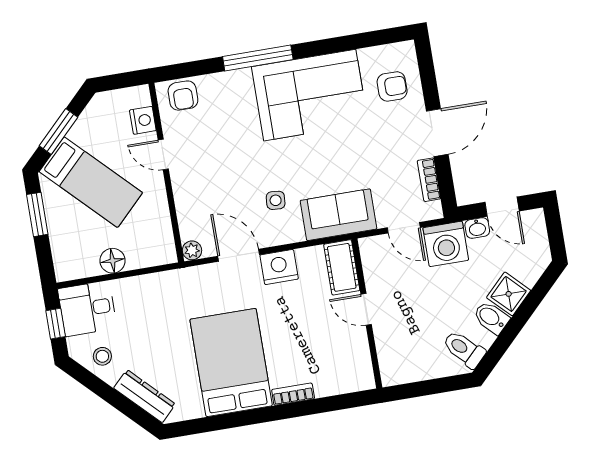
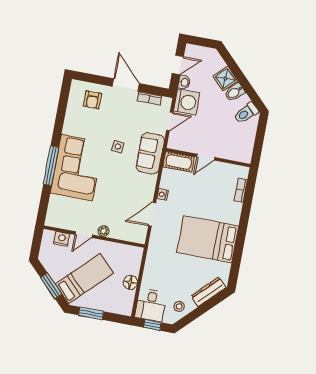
armchair: (392, 86) -> (92, 100), turned 180
corner sofa: (310, 95) -> (77, 168), moved
armchair: (183, 96) -> (56, 213), removed
side table: (276, 200) -> (118, 147), moved
plant: (192, 250) -> (104, 231), moved
nightstand: (279, 267) -> (163, 194), width x0.53, depth x0.56
bookcase: (293, 394) -> (241, 190), moved

